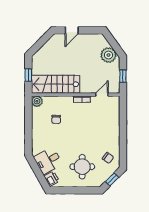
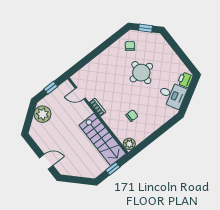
round table: (82, 167) -> (141, 73), moved

